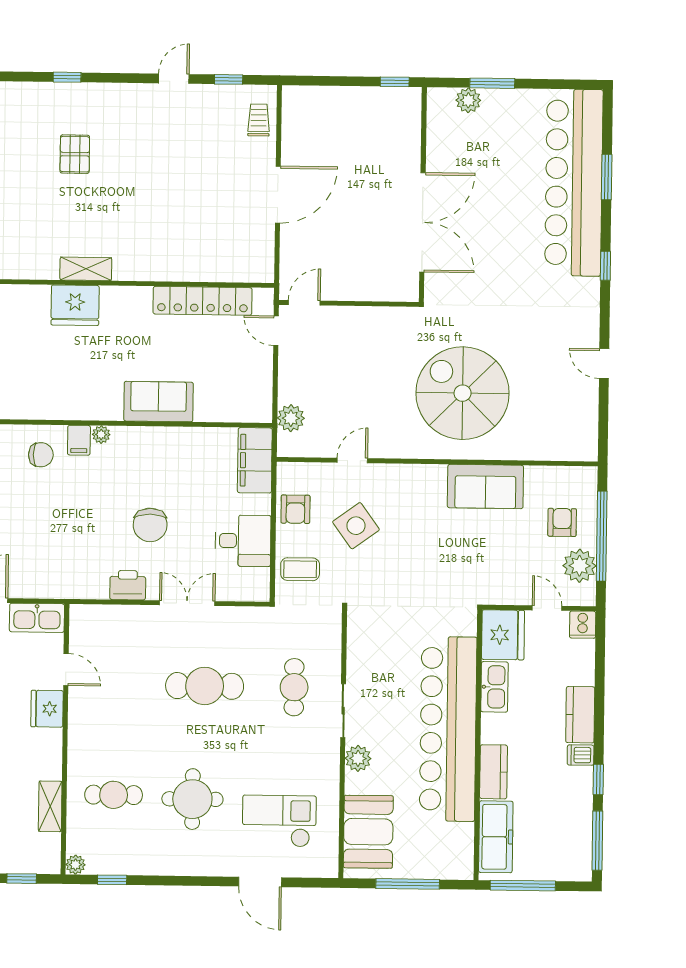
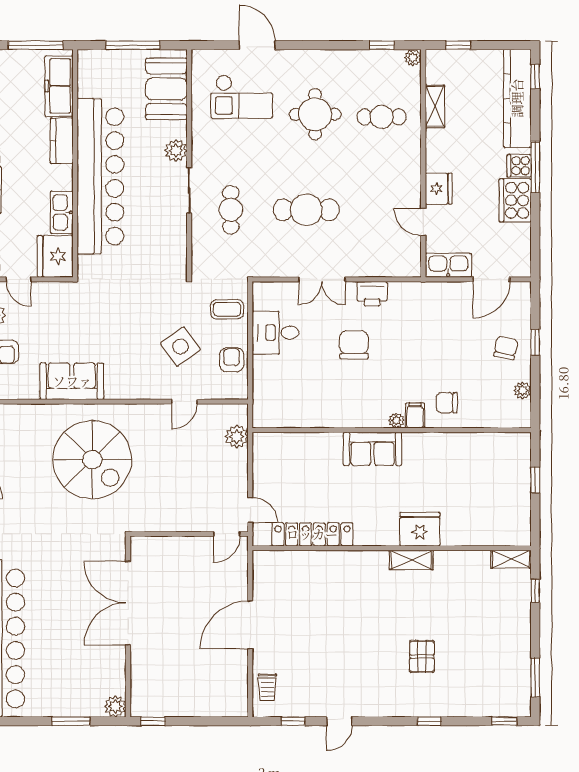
plant: (468, 100) -> (115, 706), moved
sofa: (159, 402) -> (373, 449), moved
filing cabinet: (255, 460) -> (266, 401), removed

